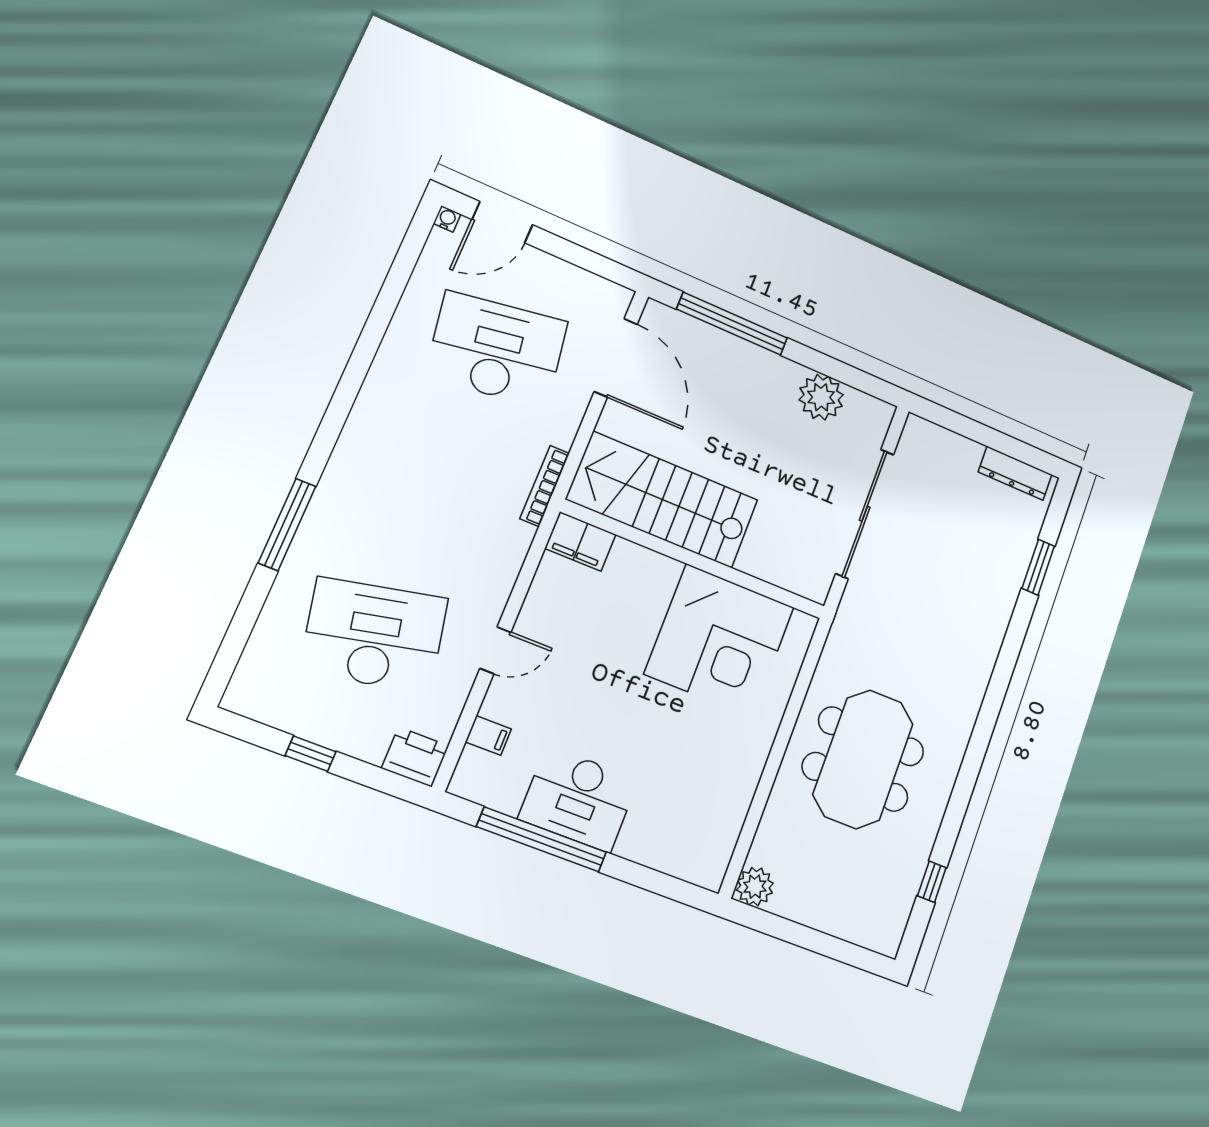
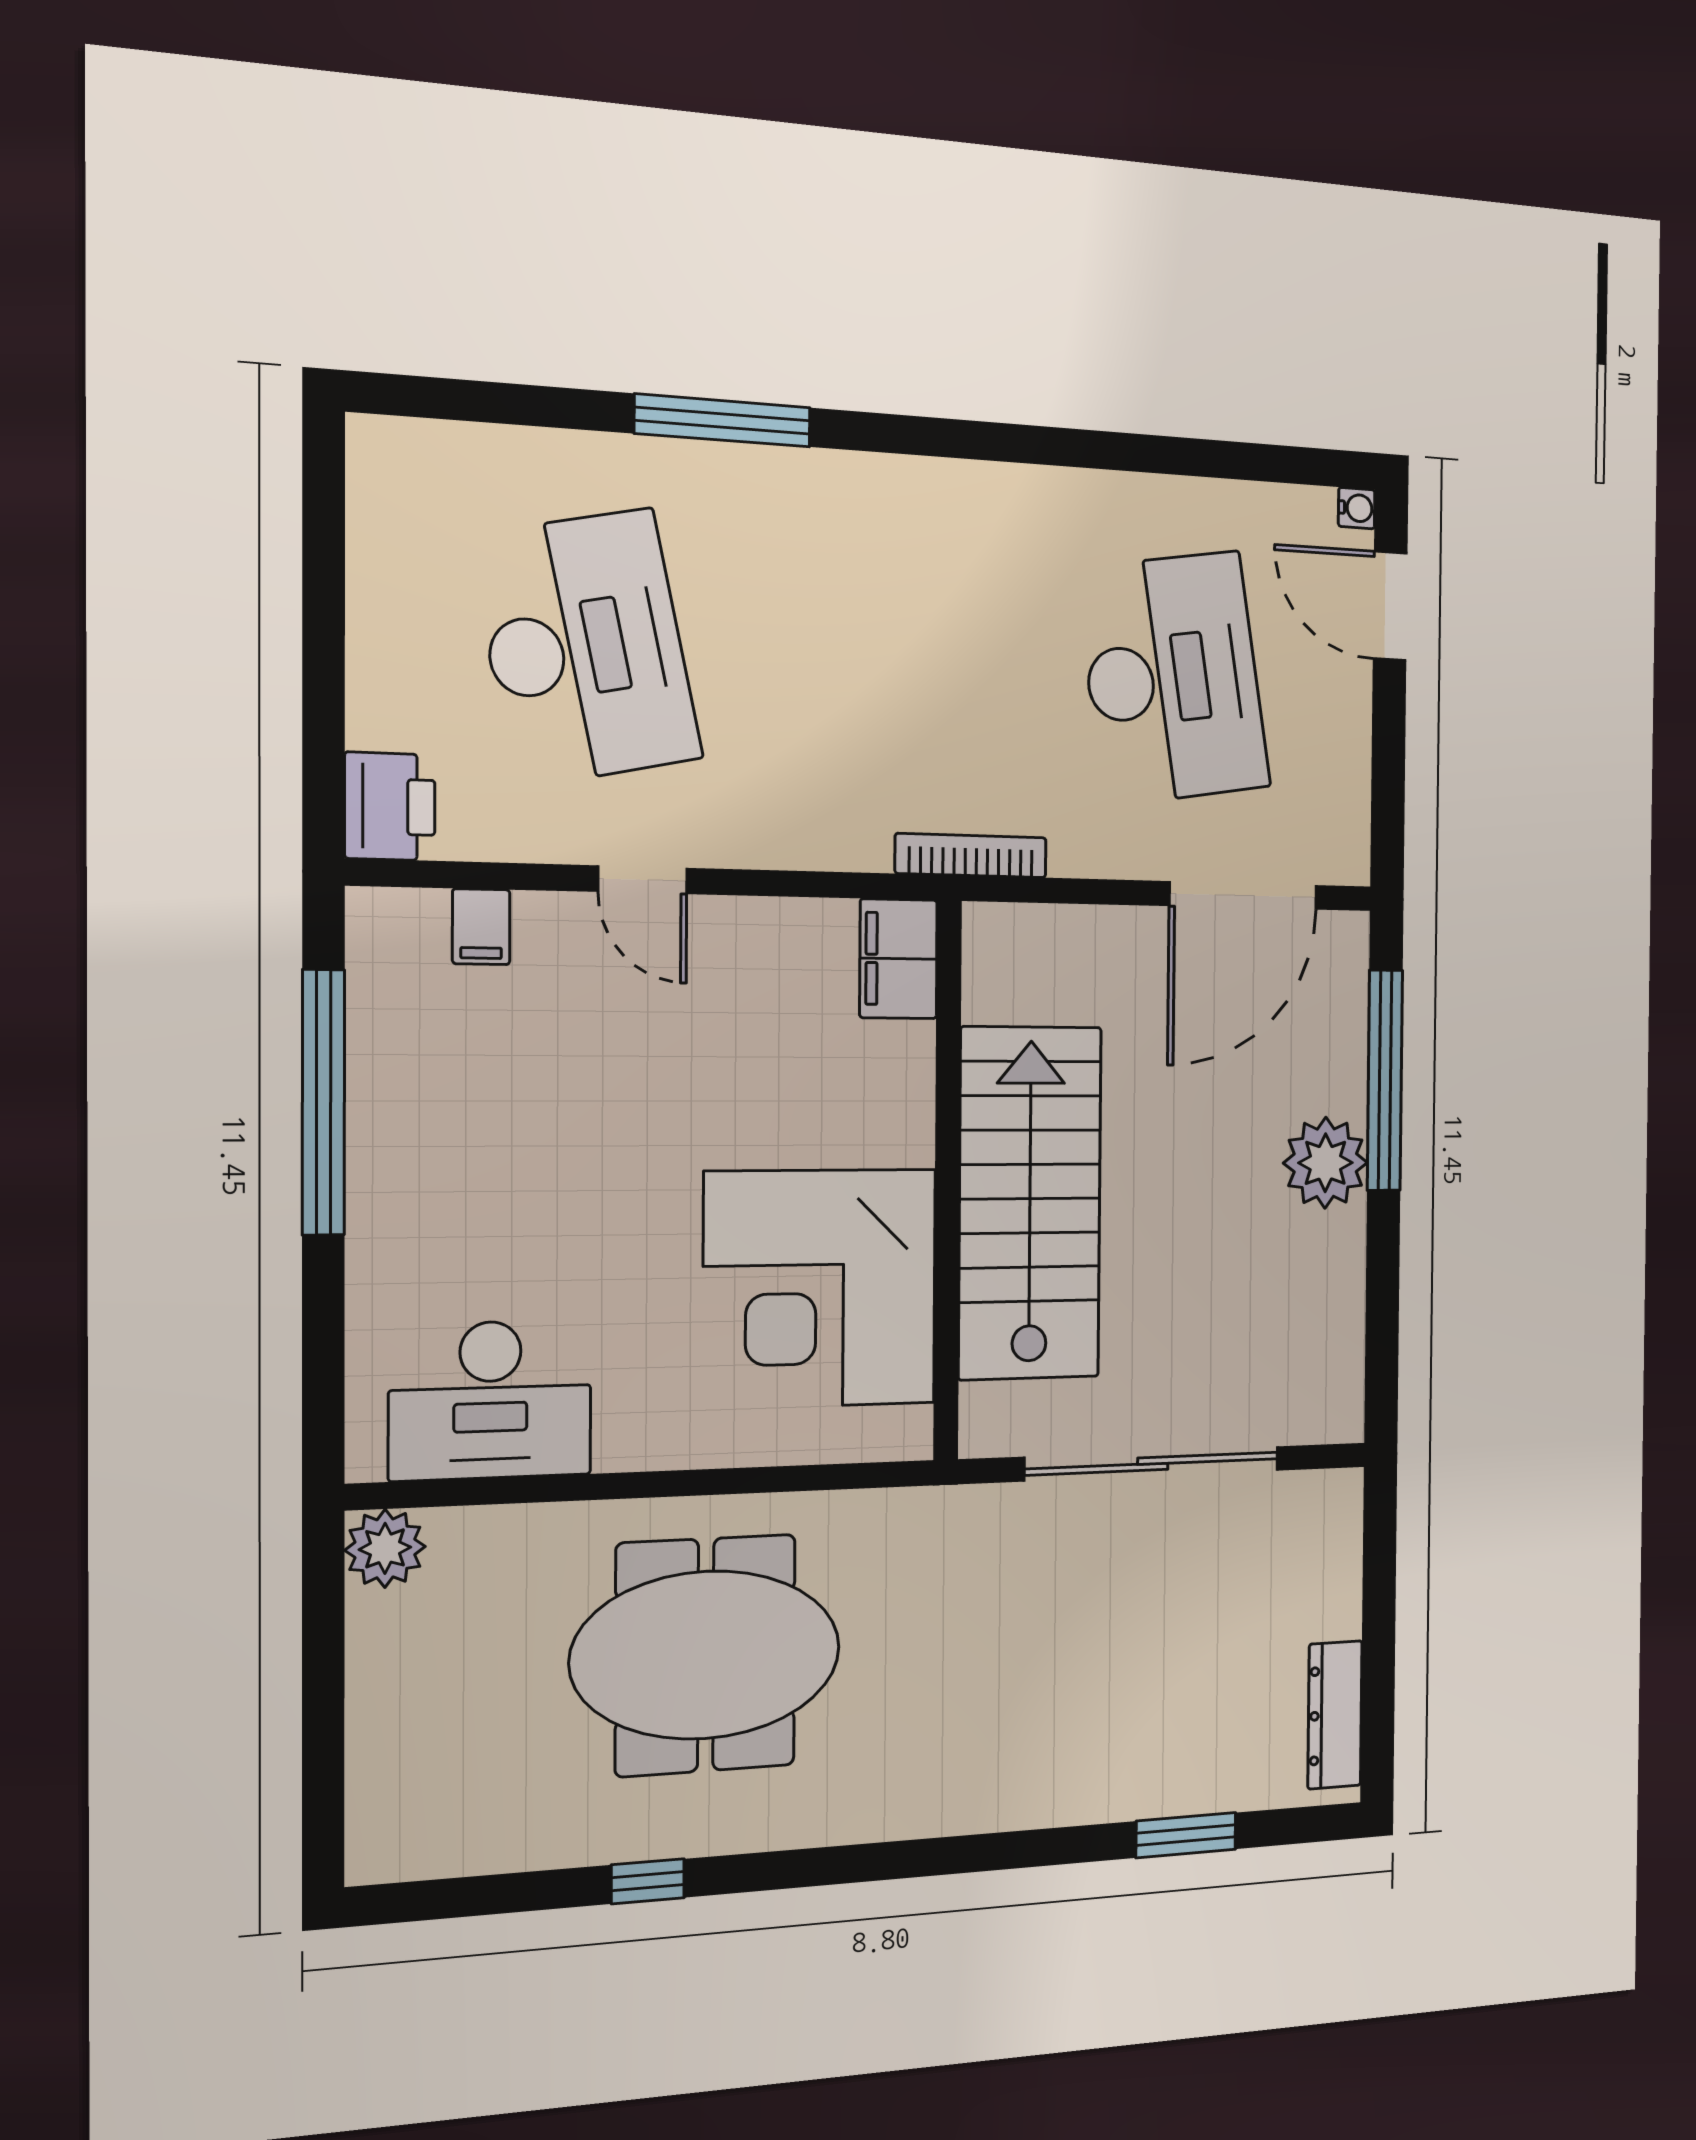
plant: (821, 397) -> (1325, 1163), moved
stairs: (662, 500) -> (1030, 1203), moved
window: (311, 754) -> (324, 612), removed
desk: (579, 799) -> (490, 1400), moved, turned -90
window: (932, 882) -> (648, 1881), moved

